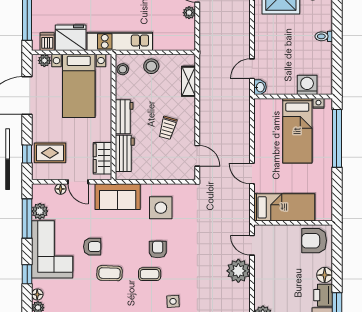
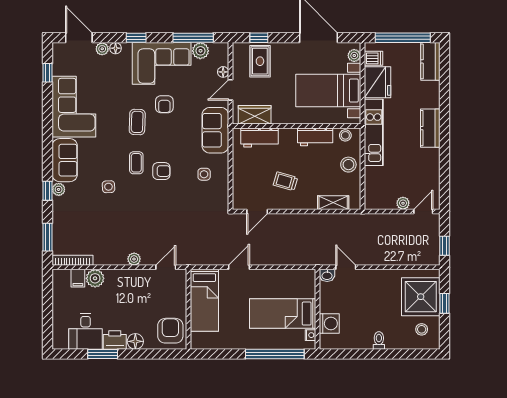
workbench: (124, 117) -> (315, 137), moved
side table: (161, 208) -> (204, 174), width x0.54, depth x0.54
plant: (238, 271) -> (134, 259), width x0.53, depth x0.53

